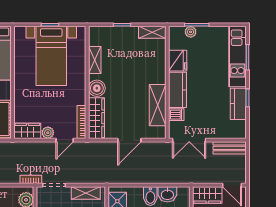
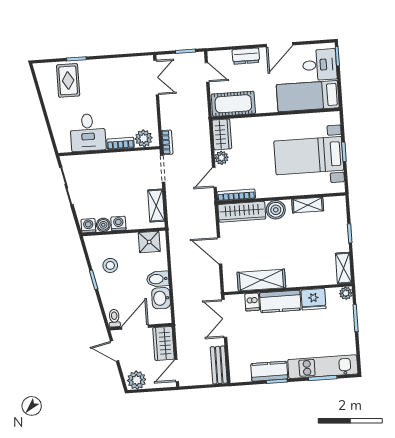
plant: (191, 32) -> (346, 293), moved
door: (65, 140) -> (214, 177), hinge flipped

